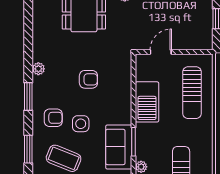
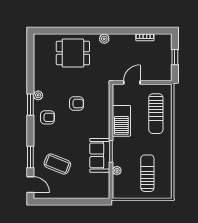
window: (28, 96) -> (30, 105), moved
armchair: (53, 118) -> (47, 117), moved
side table: (81, 124) -> (70, 138), removed

